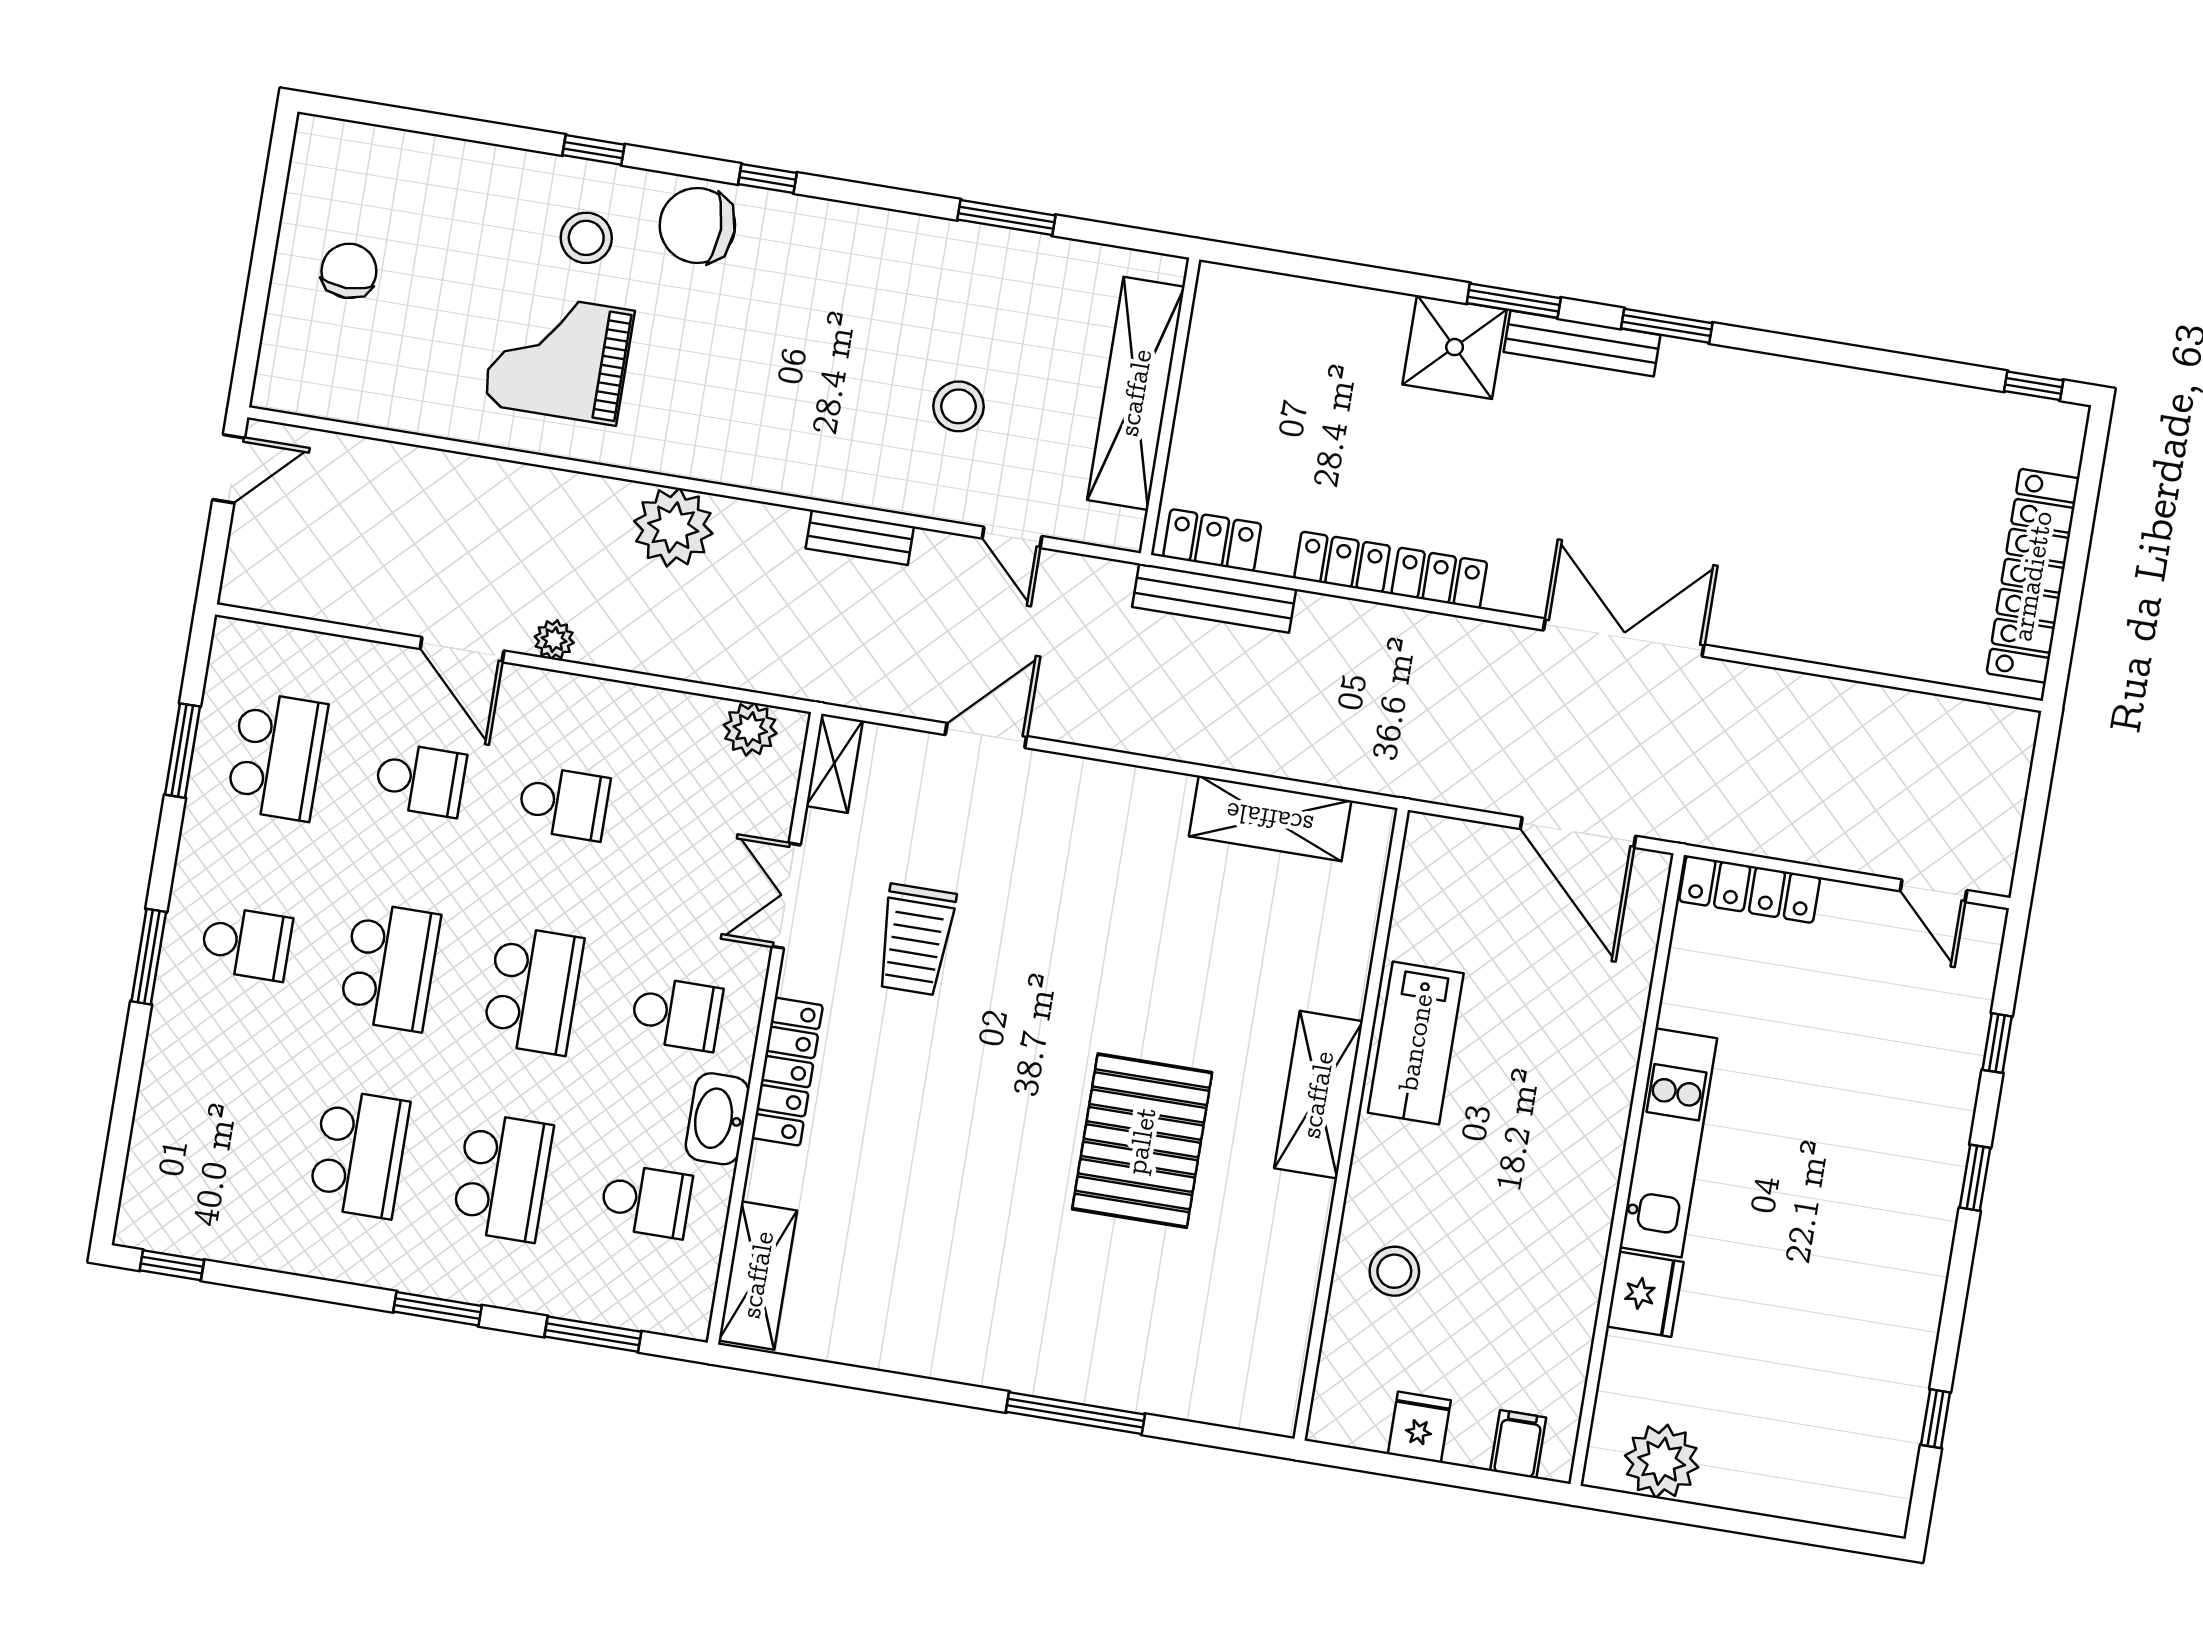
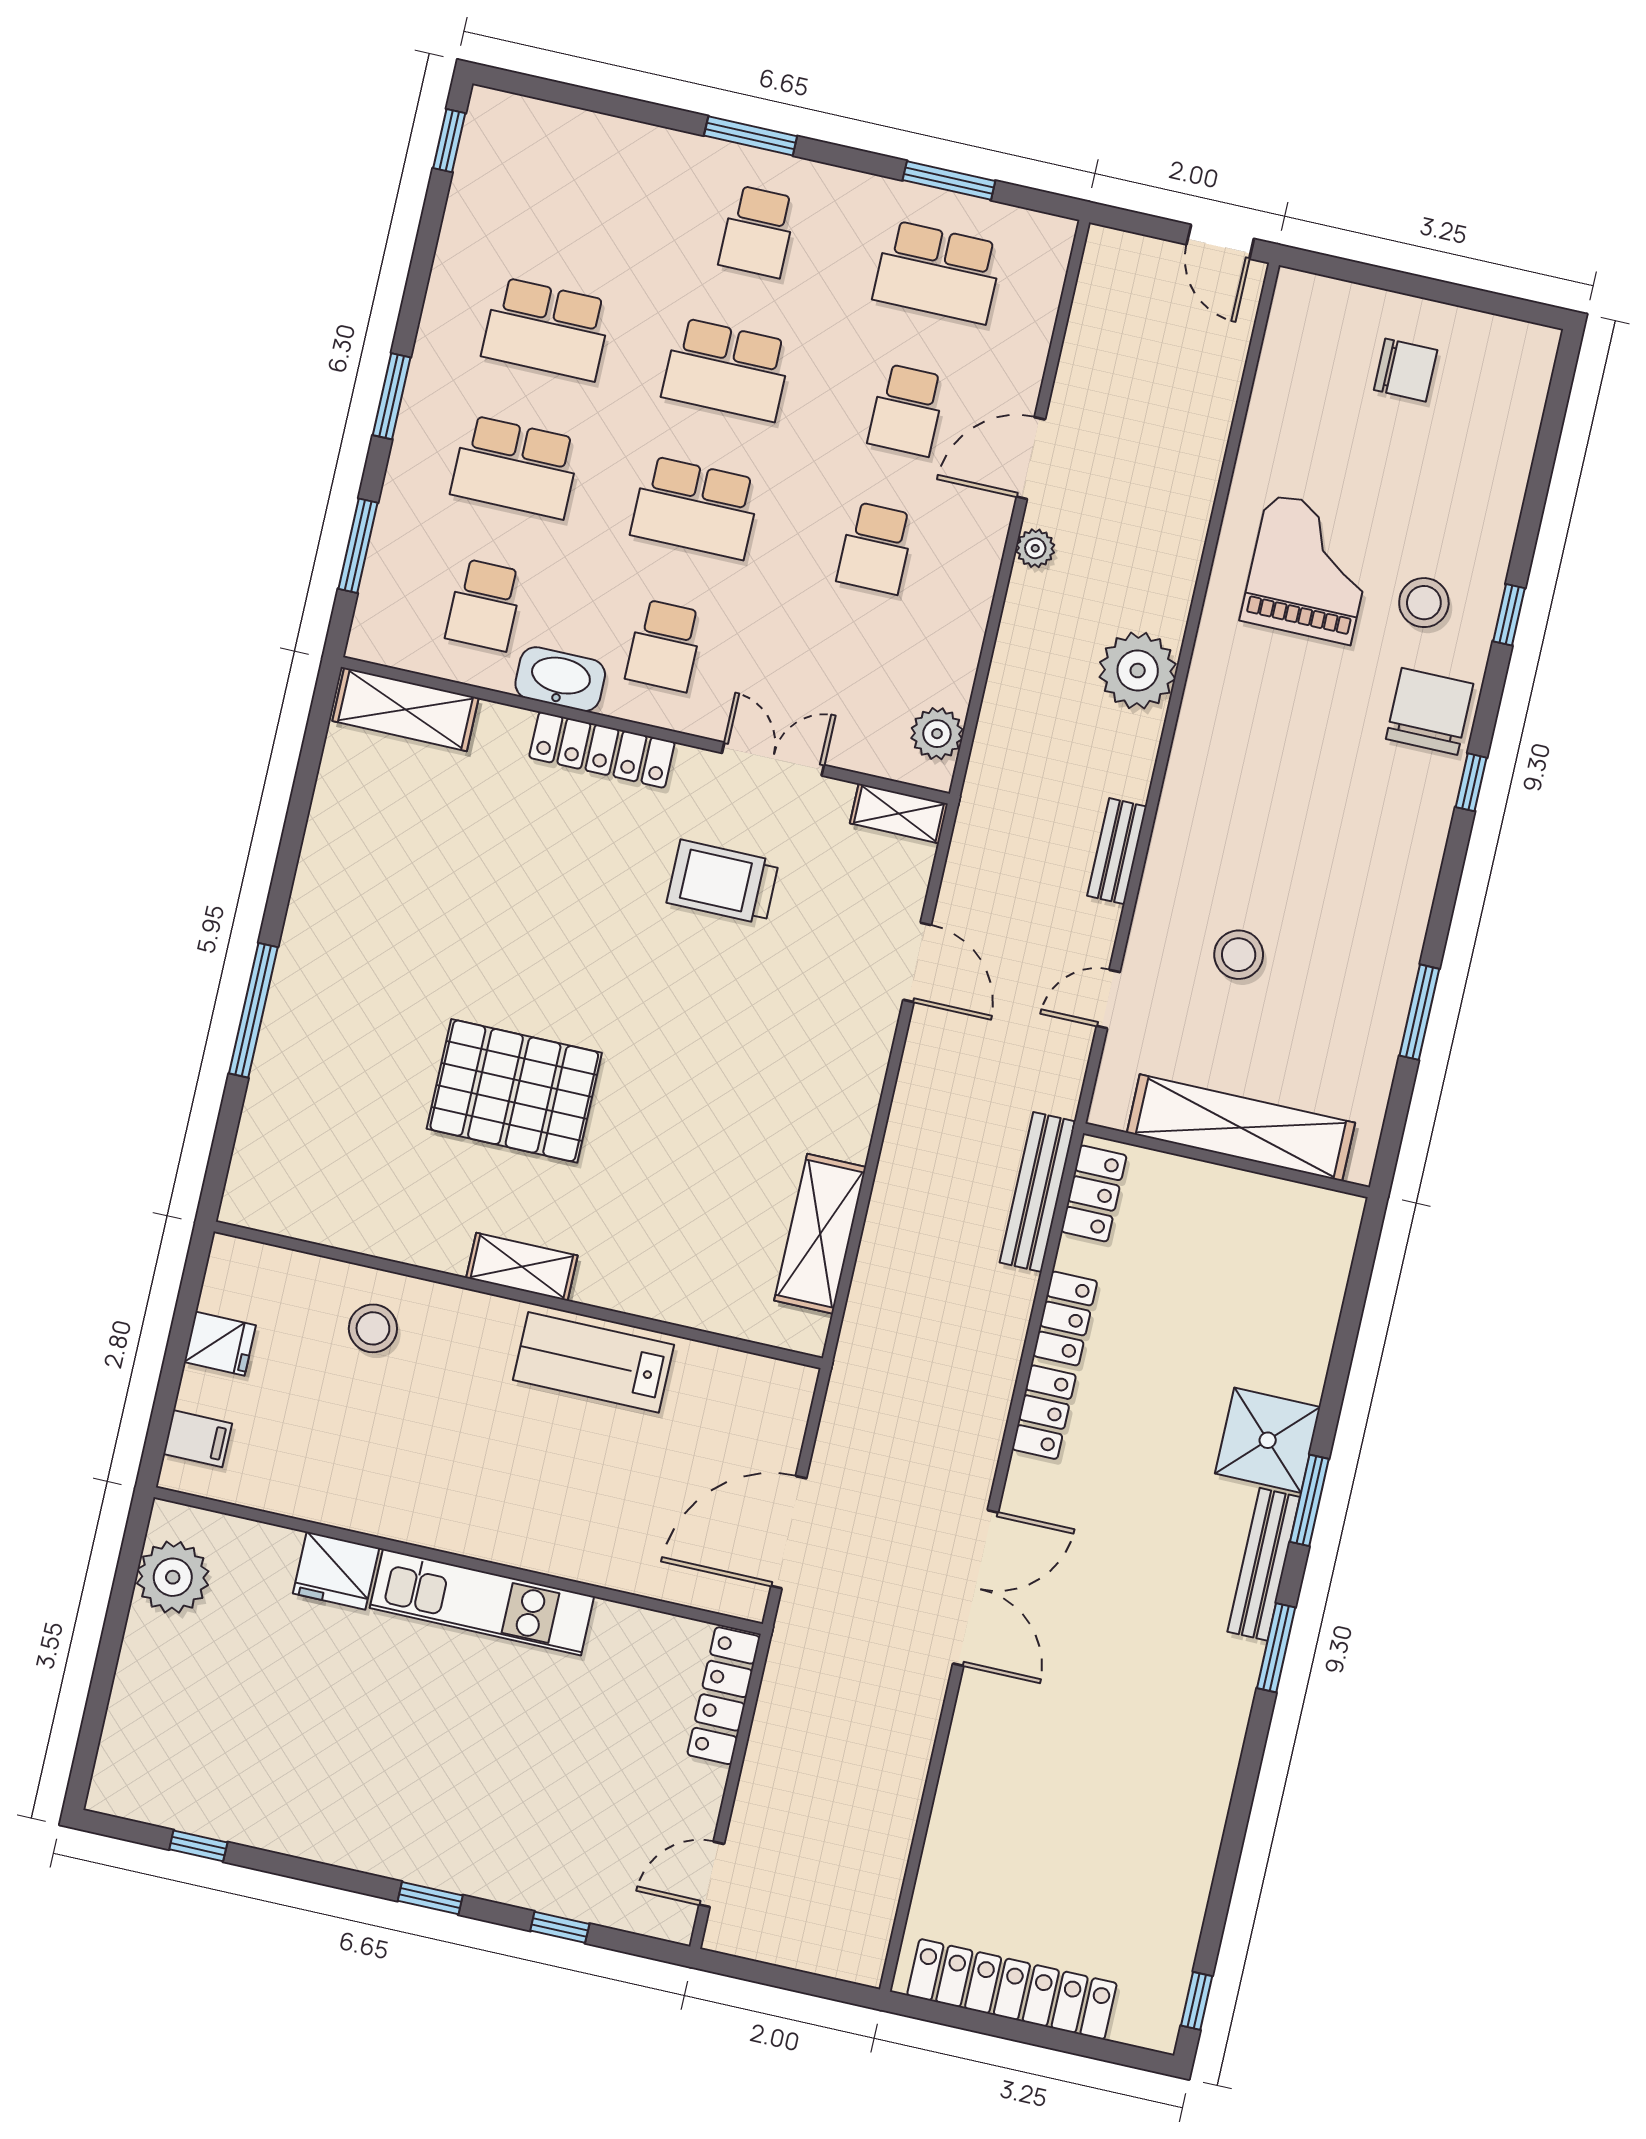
shelving: (1318, 1095) -> (522, 1267), width x0.67, depth x0.75

